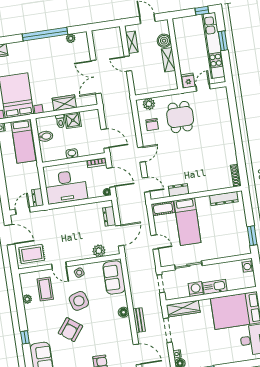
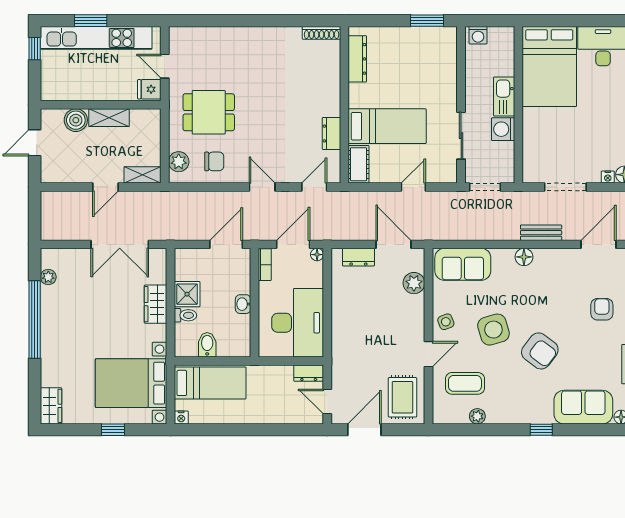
shelving: (132, 42) -> (142, 175), moved
wardrobe: (183, 309) -> (533, 156), removed

